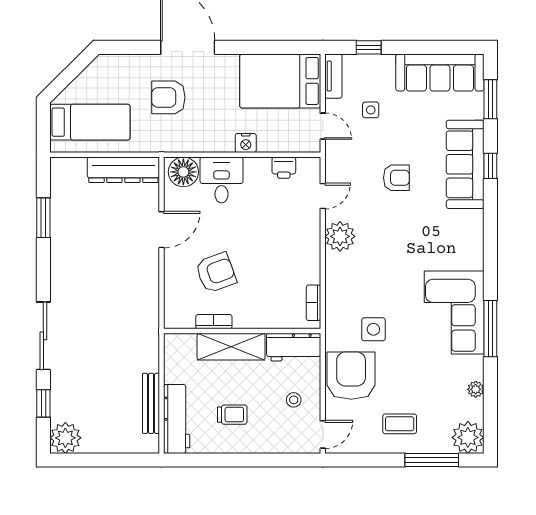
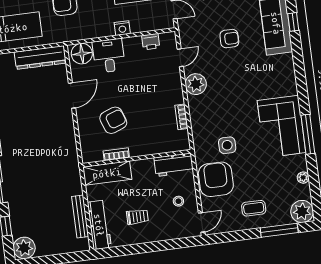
bookcase: (313, 303) -> (181, 117), moved
shelving: (231, 347) -> (107, 173), moved

